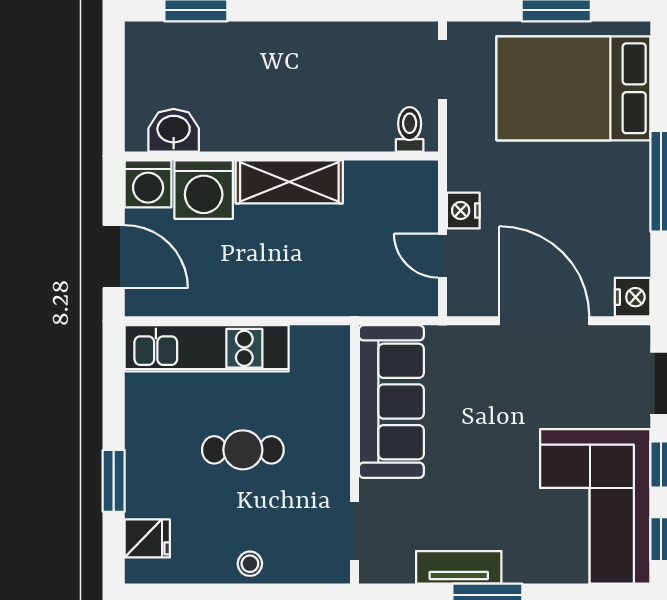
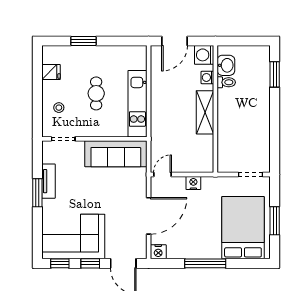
toilet: (410, 129) -> (226, 82), moved
washing machine: (204, 190) -> (207, 77), width x0.53, depth x0.53
door: (442, 256) -> (163, 174), moved
kitchen unit: (207, 348) -> (137, 104), moved
fridge: (147, 538) -> (51, 72), moved, turned -90
stool: (250, 564) -> (59, 108), moved

